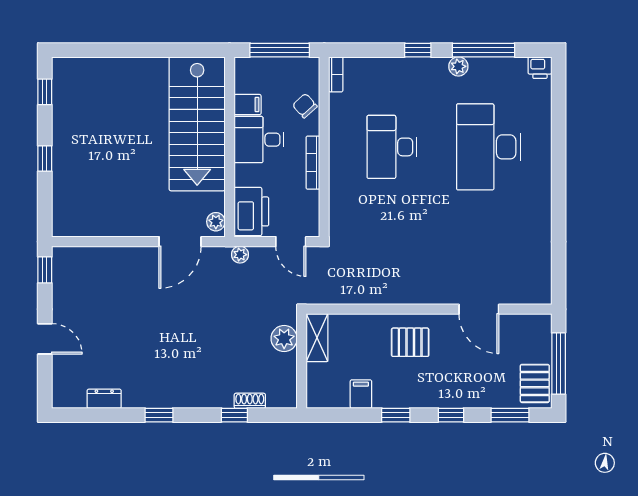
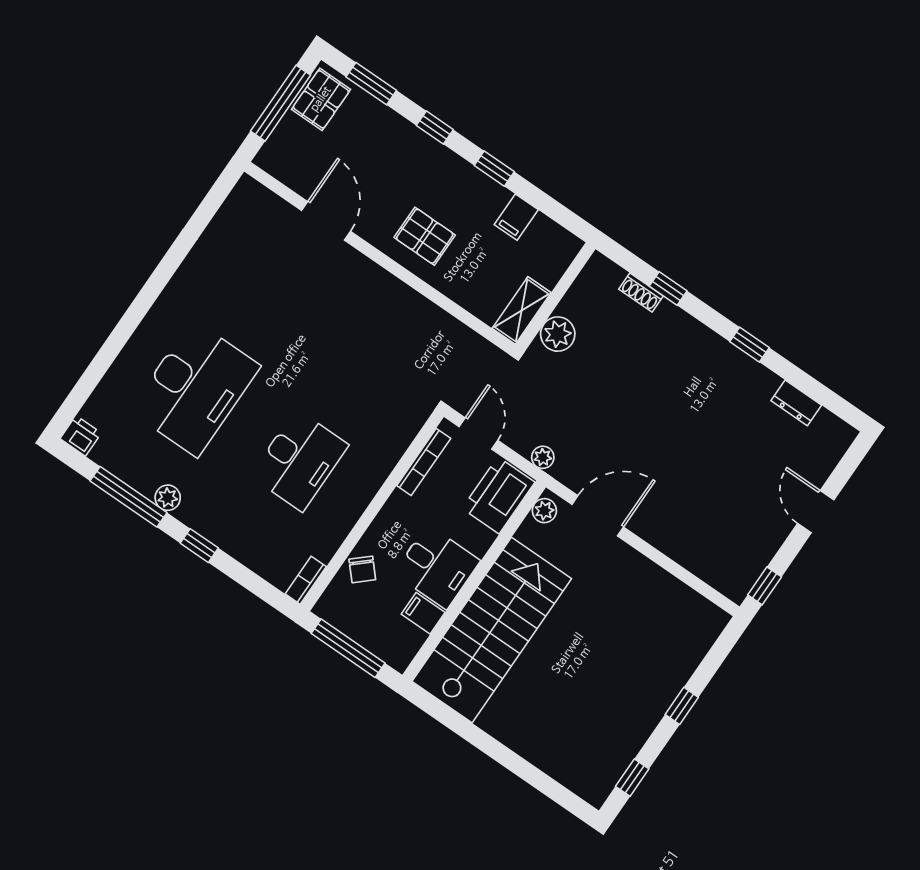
bookcase: (313, 163) -> (424, 462), moved

